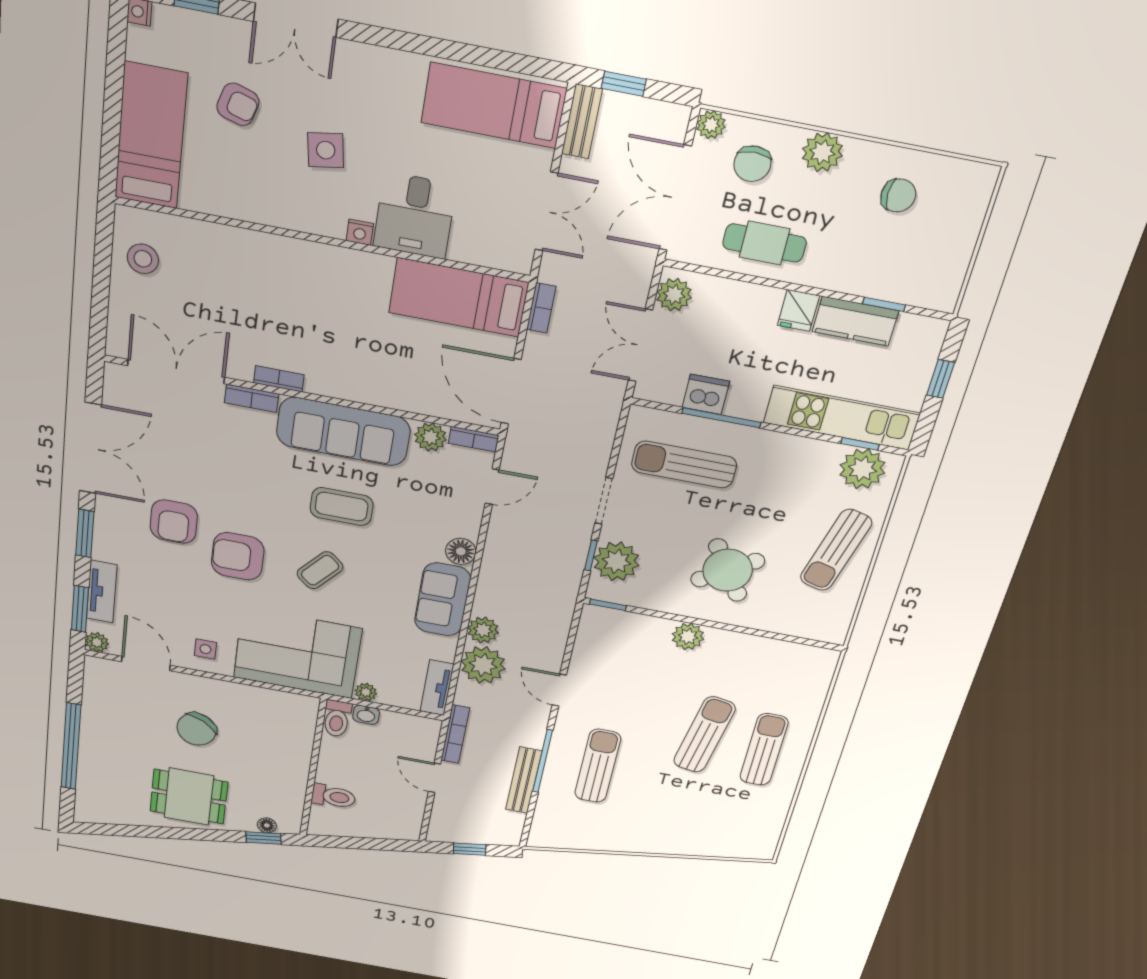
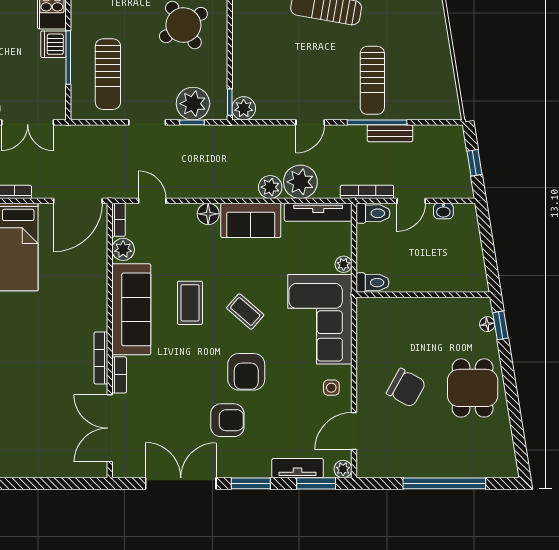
stool: (143, 259) -> (33, 457), removed
bookcase: (279, 379) -> (101, 358), width x1.56
dishwasher: (706, 394) -> (53, 44), moved
plant: (688, 636) -> (244, 108), moved
tv unit: (437, 688) -> (318, 212), width x1.41
washbasin: (366, 715) -> (443, 211), moved, turned 90
sun lounger: (598, 766) -> (372, 80), turned -90
bench: (524, 780) -> (390, 133), width x0.73
toilet: (333, 797) -> (373, 213), moved, turned 90

